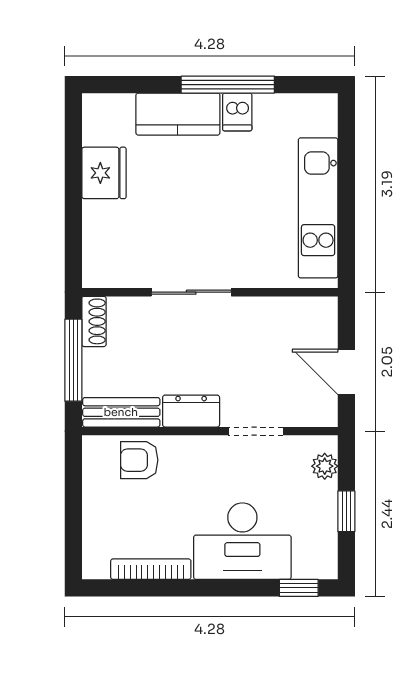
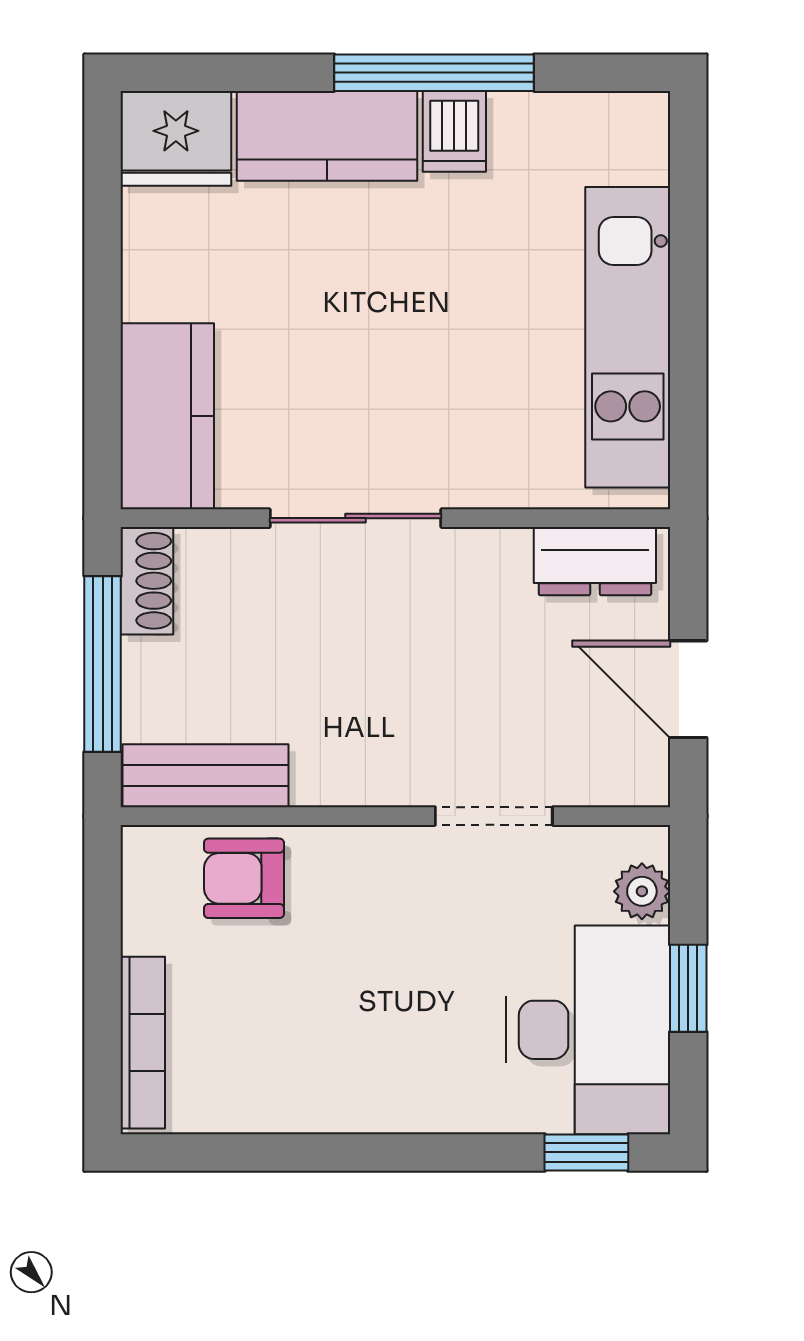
fridge: (104, 173) -> (176, 138), moved, turned 90
kitchen counter: (103, 245) -> (167, 416), added
dresser: (191, 411) -> (595, 561), moved, turned 180
desk: (242, 541) -> (588, 1030), moved, turned -90
bookcase: (151, 569) -> (143, 1043), moved, turned 90

